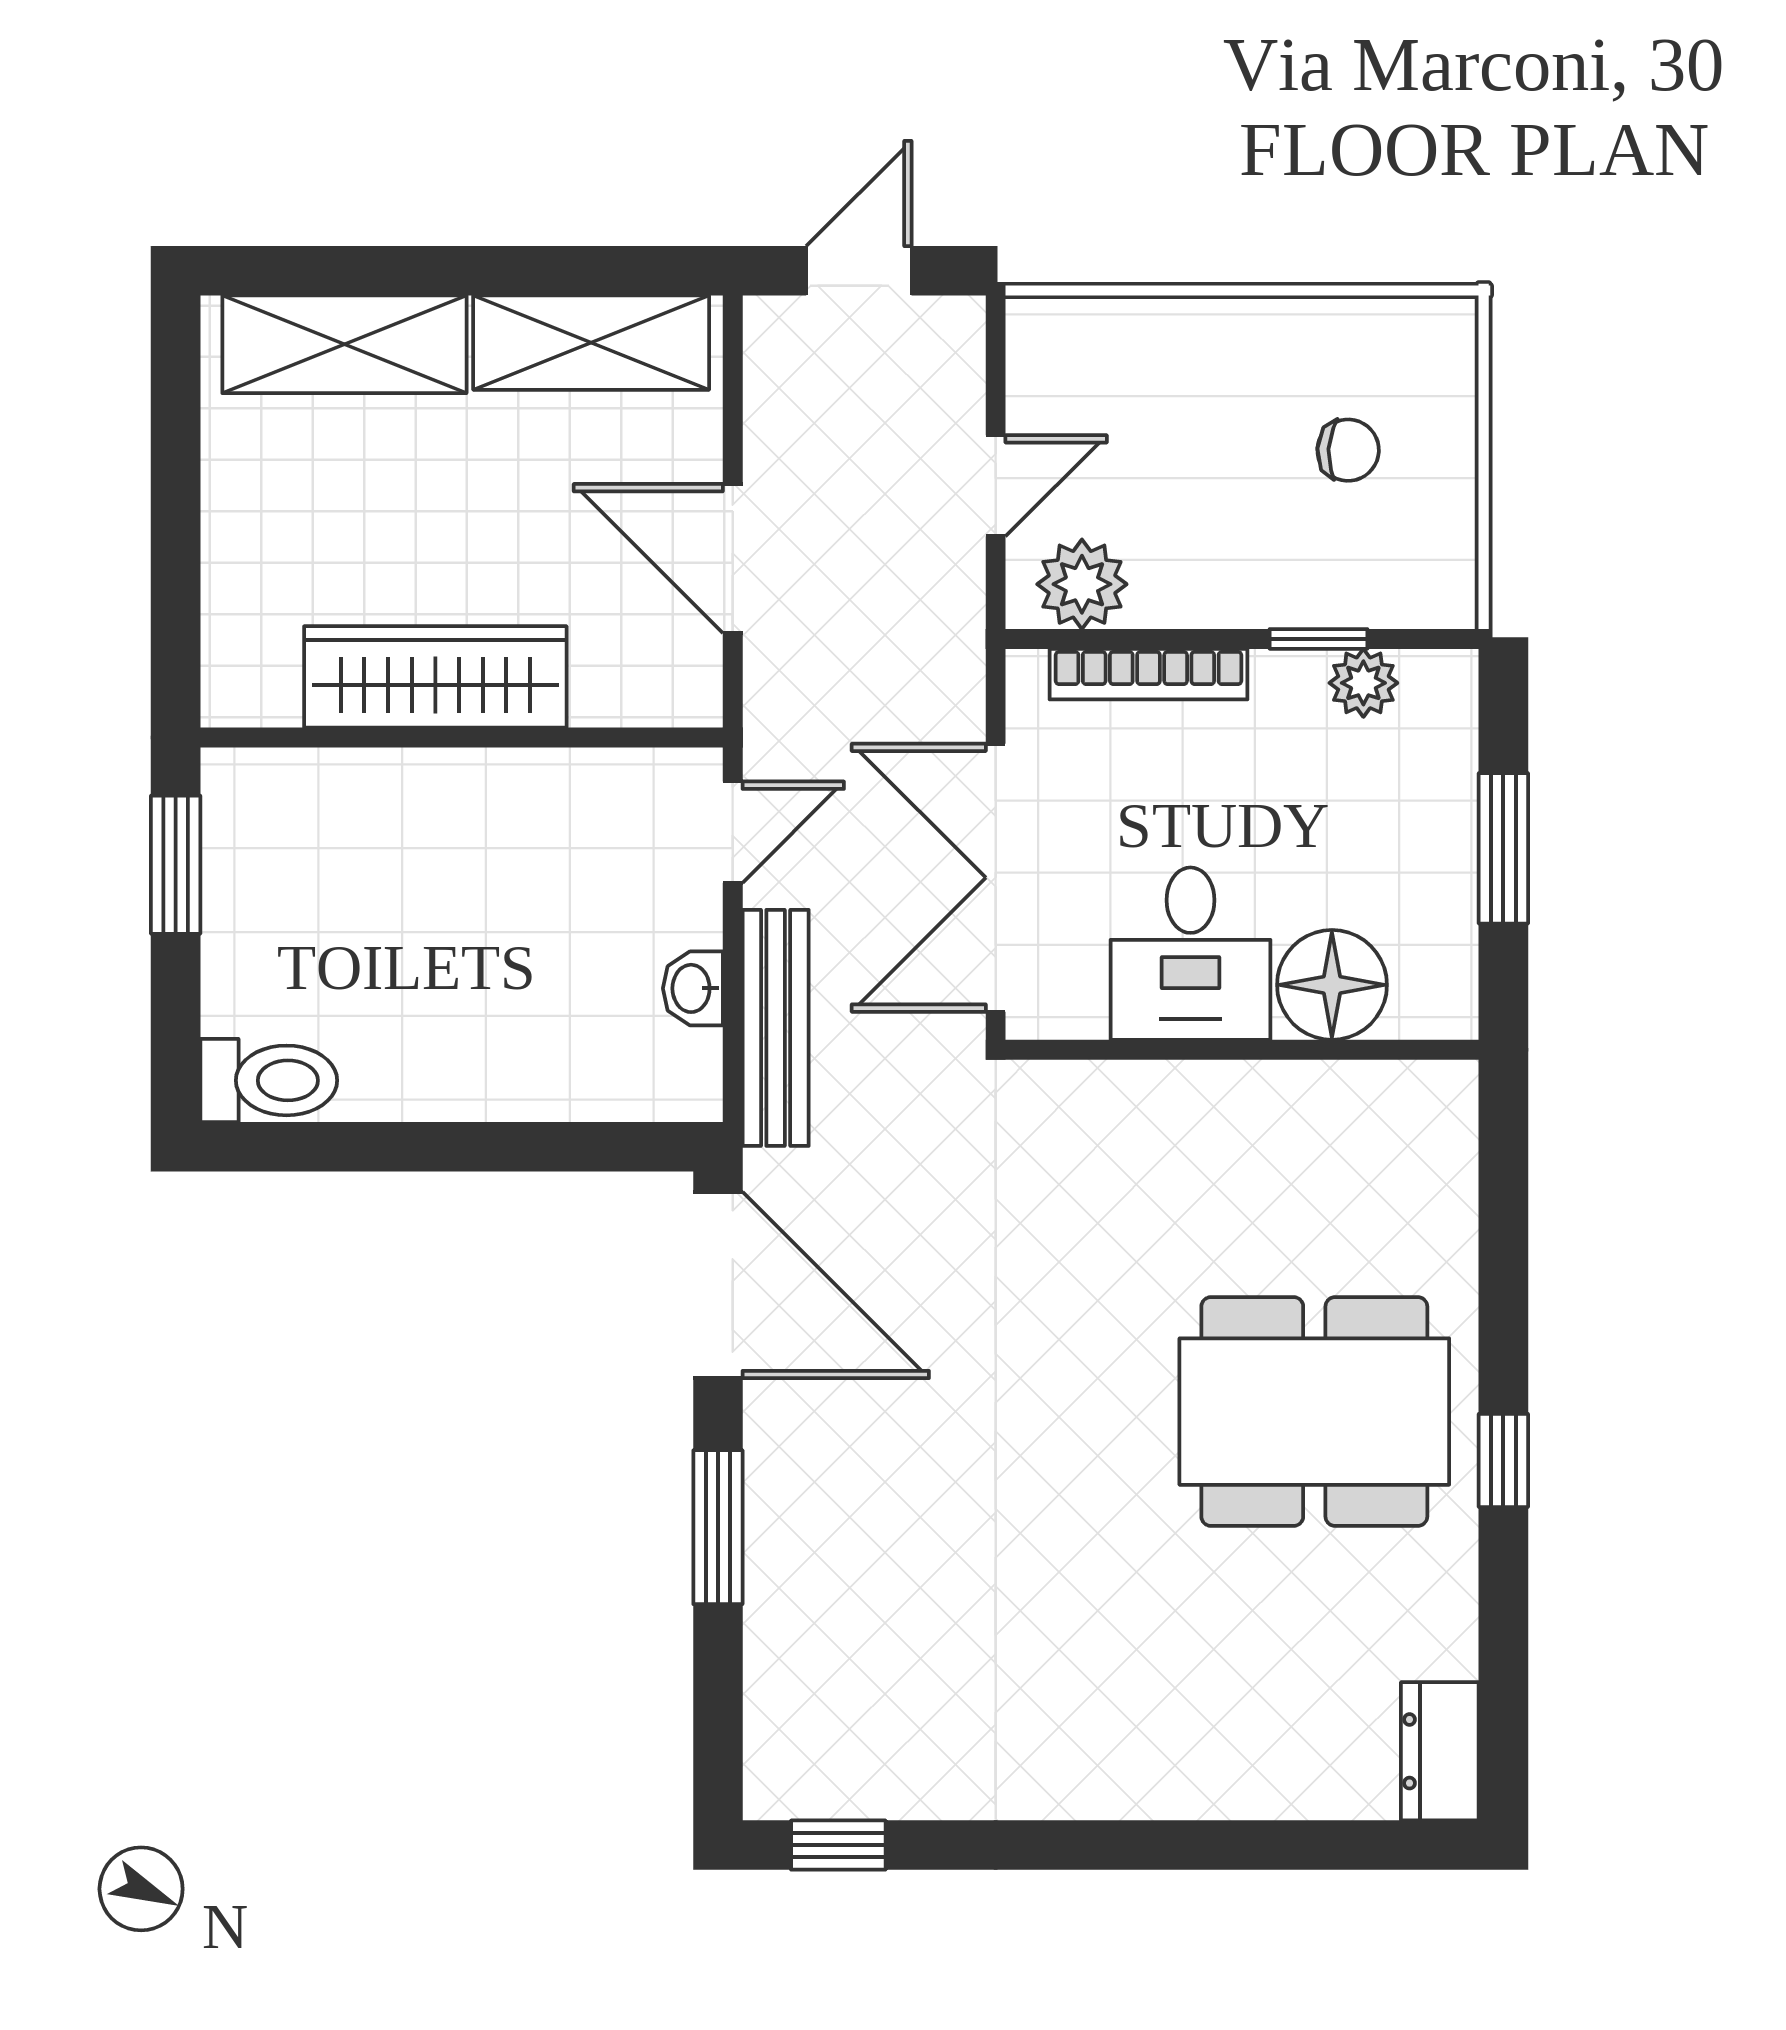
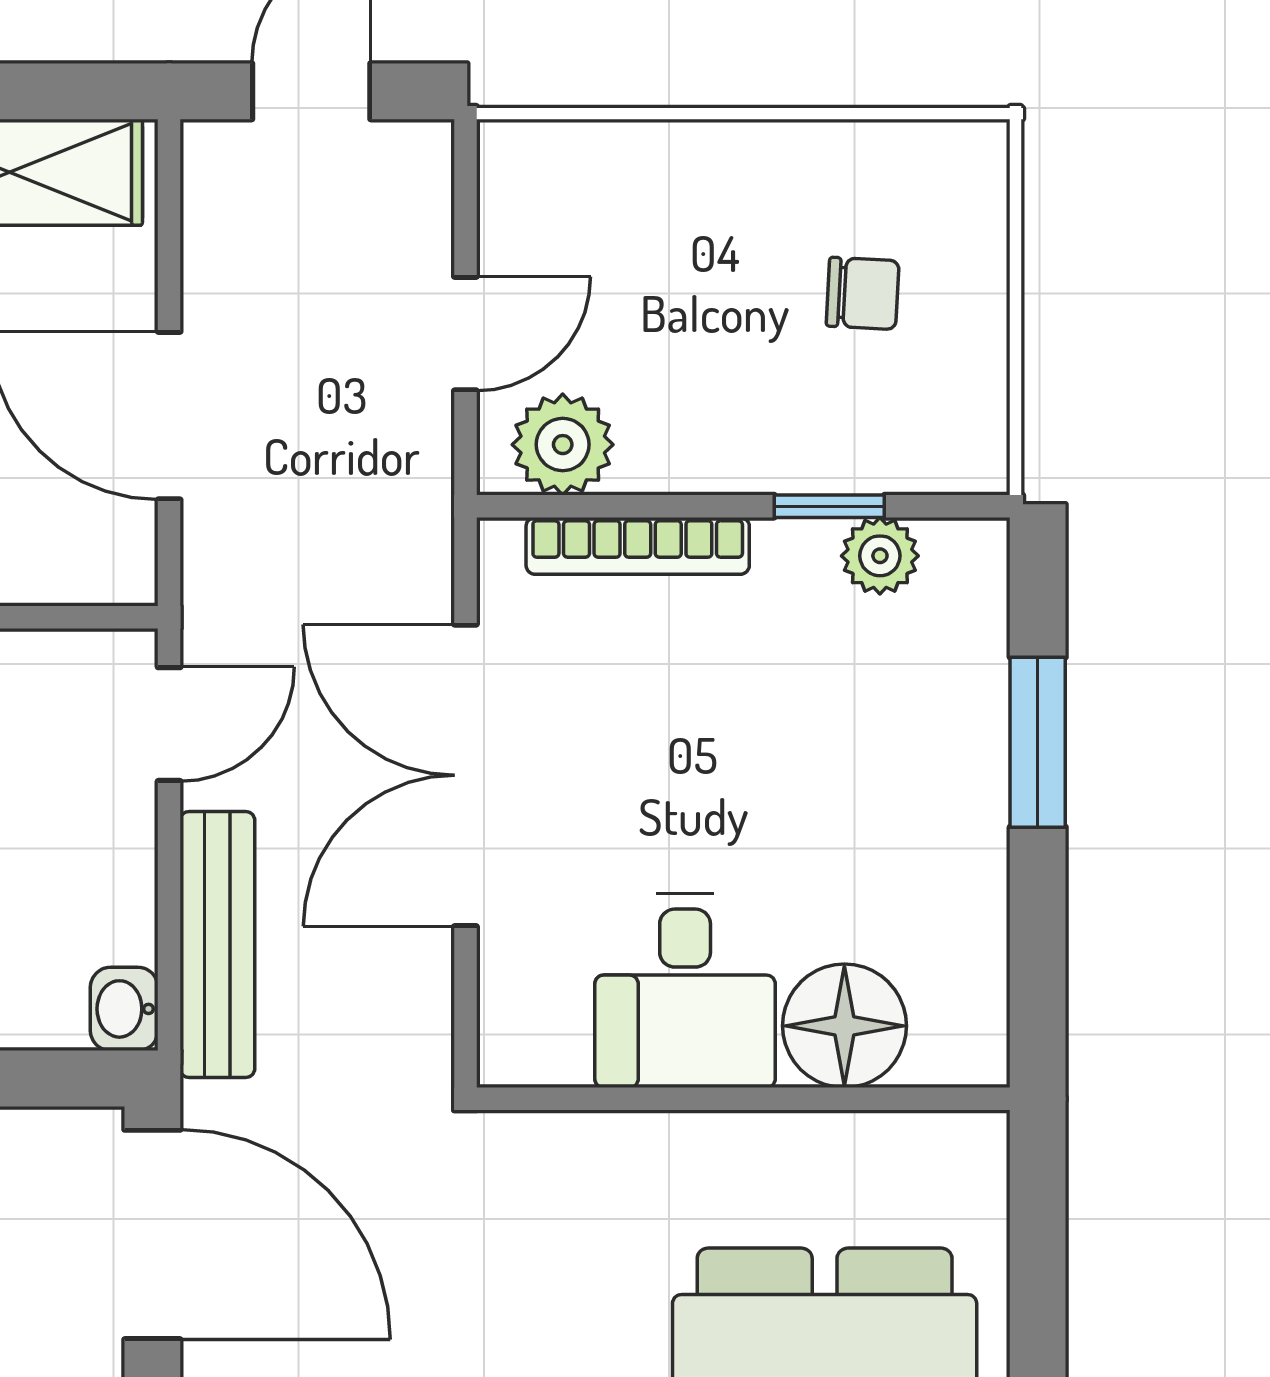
desk: (1190, 954) -> (685, 991), moved
floor lamp: (1332, 985) -> (844, 1026), moved
washbasin: (693, 988) -> (124, 1009), moved
wall: (1242, 1050) -> (743, 1099), moved

